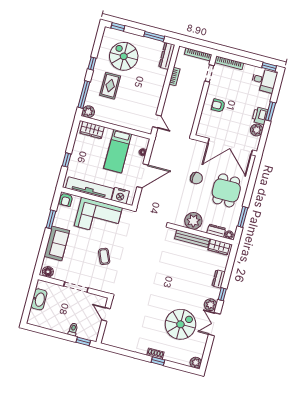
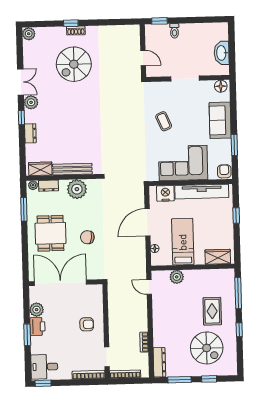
window: (118, 27) -> (209, 379), moved
plant: (88, 112) -> (177, 277), moved
spiral stairs: (180, 324) -> (74, 64), moved

